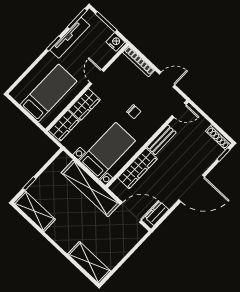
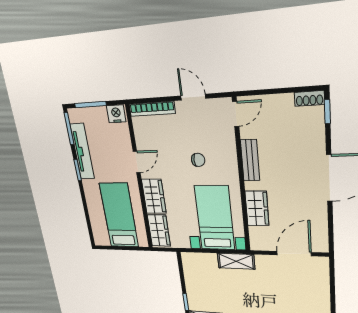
door: (97, 77) -> (137, 162), swing flipped
door: (167, 79) -> (193, 97), hinge flipped
shoe rack: (219, 137) -> (309, 98), width x0.70
wardrobe: (137, 168) -> (257, 208), width x0.67
shelving: (90, 188) -> (236, 261), width x0.45, depth x0.75
dresser: (157, 213) -> (320, 233), removed

